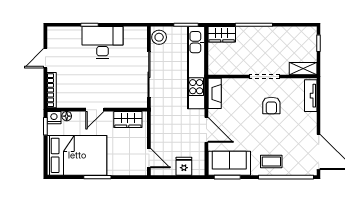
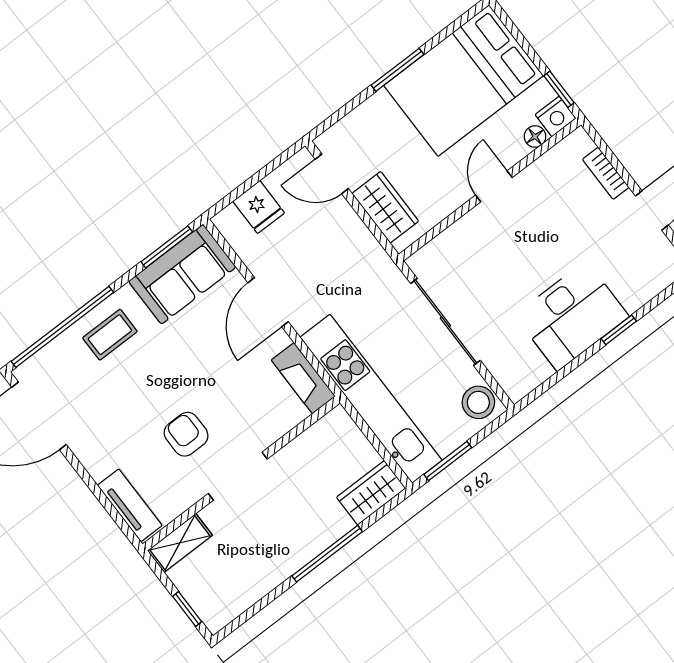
bookcase: (52, 90) -> (606, 173), width x0.64
wardrobe: (128, 119) -> (385, 207), moved, turned 90
door: (206, 130) -> (268, 302), hinge flipped

